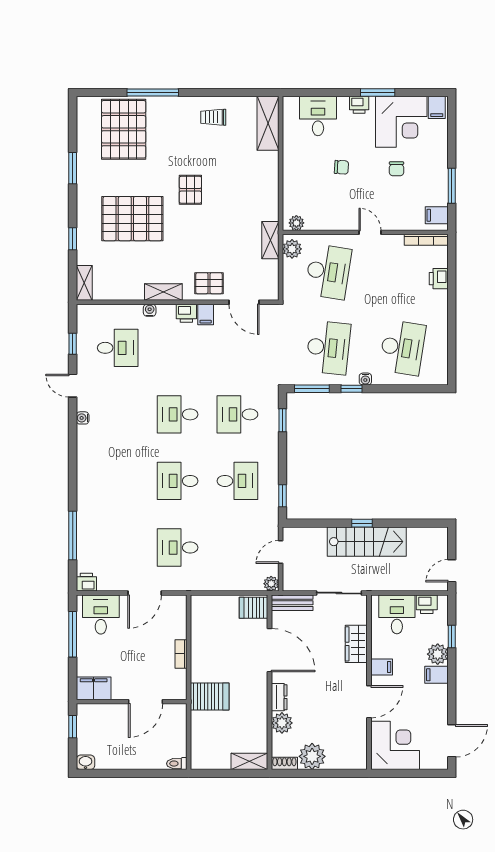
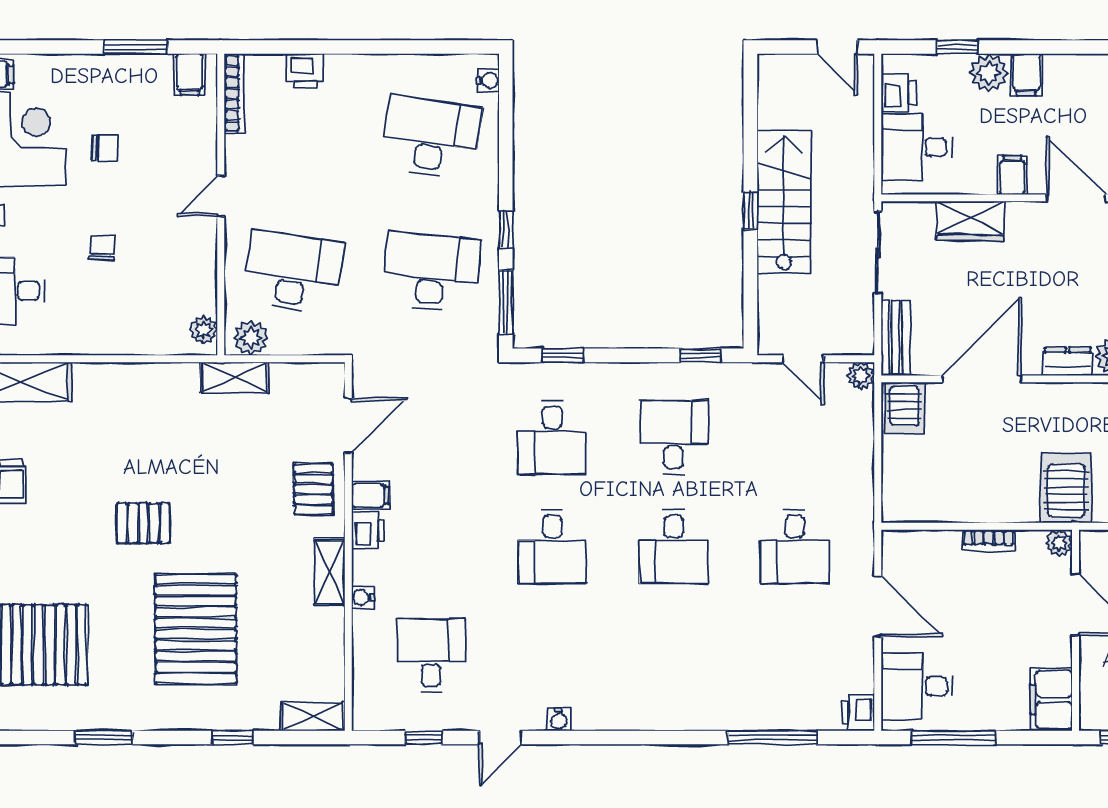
water cooler: (365, 379) -> (488, 81), moved
plant: (179, 692) -> (1059, 543), added

